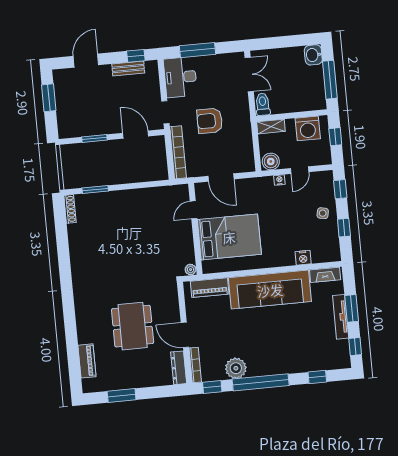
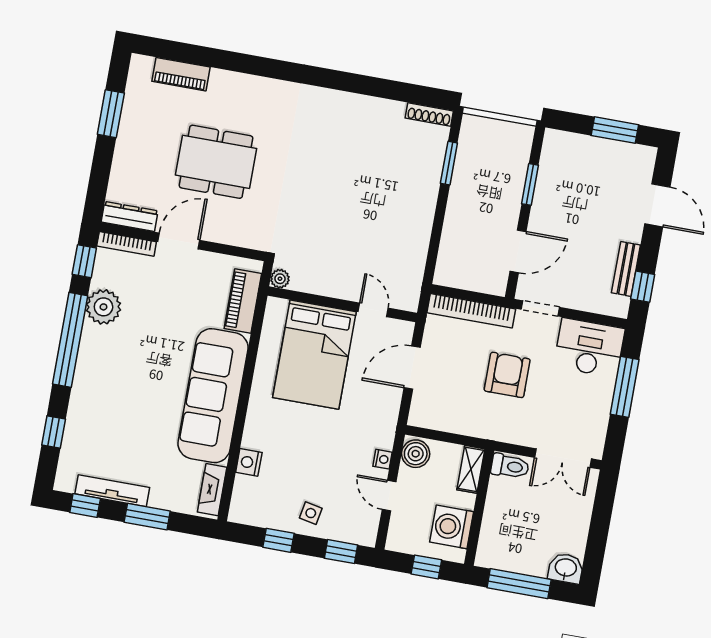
tv unit: (341, 317) -> (112, 491), moved

